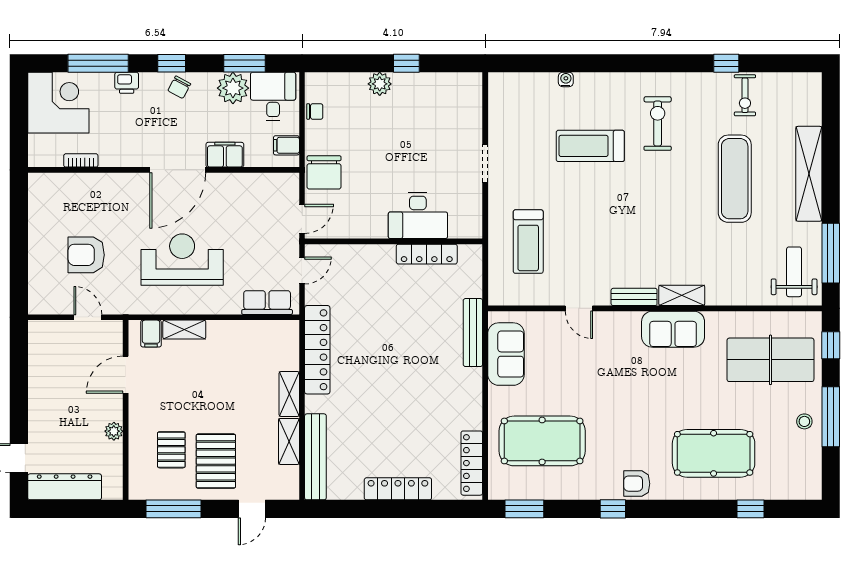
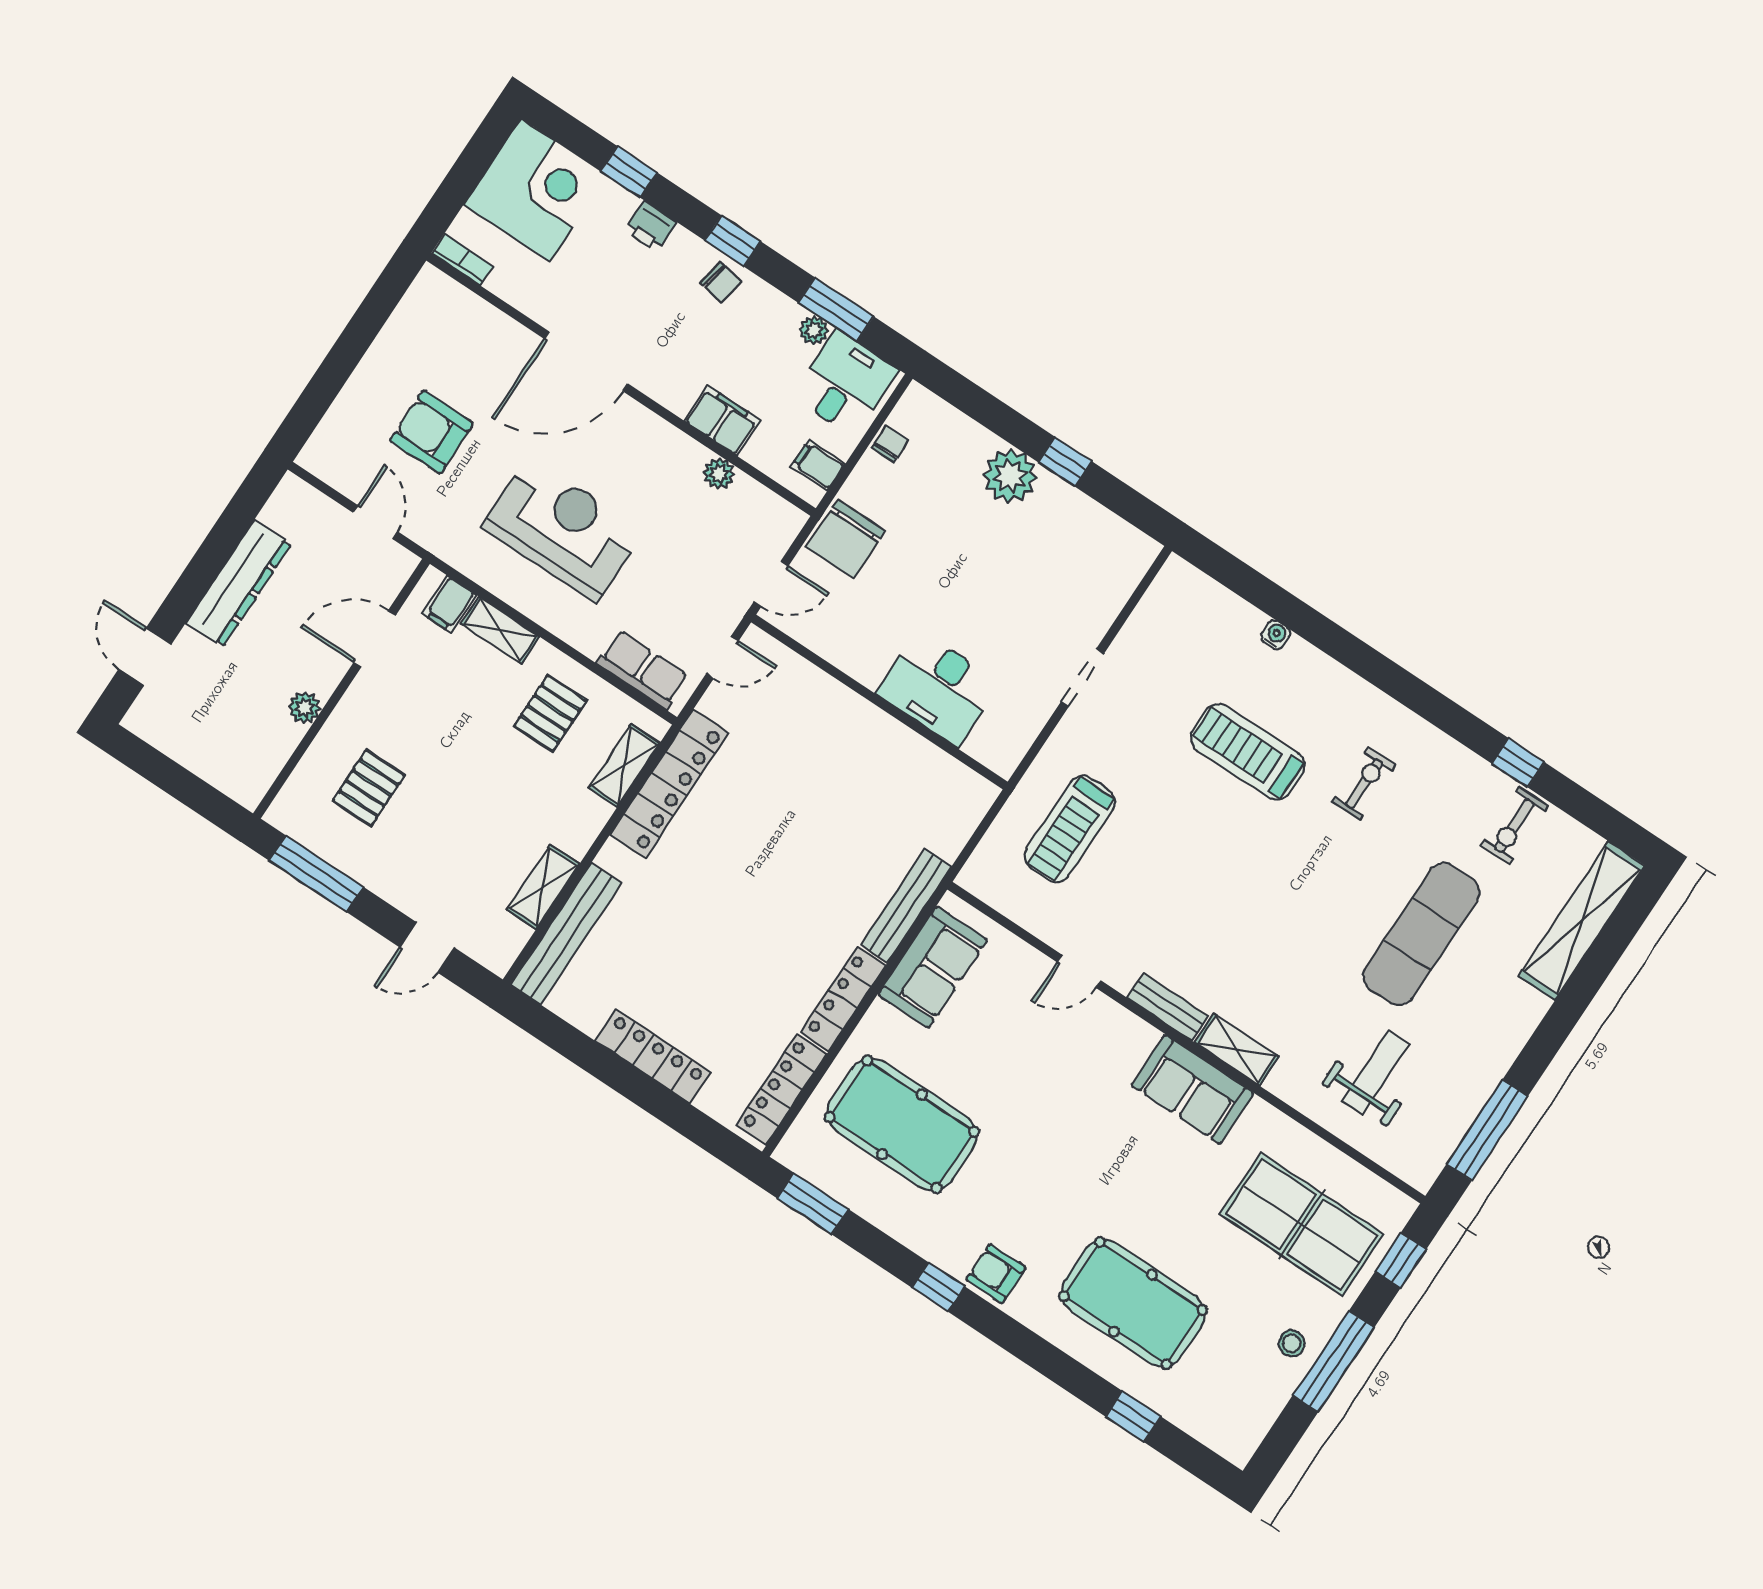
window: (98, 63) -> (629, 172), width x0.46
plant: (380, 84) -> (1010, 476), width x1.36, depth x1.36
chair: (179, 87) -> (721, 282), turned -108
plant: (233, 88) -> (814, 330), width x0.53, depth x0.53
chair: (315, 111) -> (890, 444), turned -90
exercise bike: (658, 124) -> (1364, 784), width x0.73, depth x0.72
bookcase: (81, 160) -> (463, 260), moved
door: (178, 170) -> (586, 361), moved
shelving: (809, 174) -> (1582, 921), moved
plant: (241, 182) -> (719, 474), added
locker: (427, 254) -> (843, 999), moved, turned 90
weight bench: (794, 272) -> (1376, 1072), moved
door: (579, 308) -> (1079, 971), hinge flipped
shelving: (289, 394) -> (624, 765), moved
pallet: (216, 461) -> (550, 713), moved, width x0.67, depth x0.71
dresser: (65, 487) -> (239, 583), moved, turned 90

